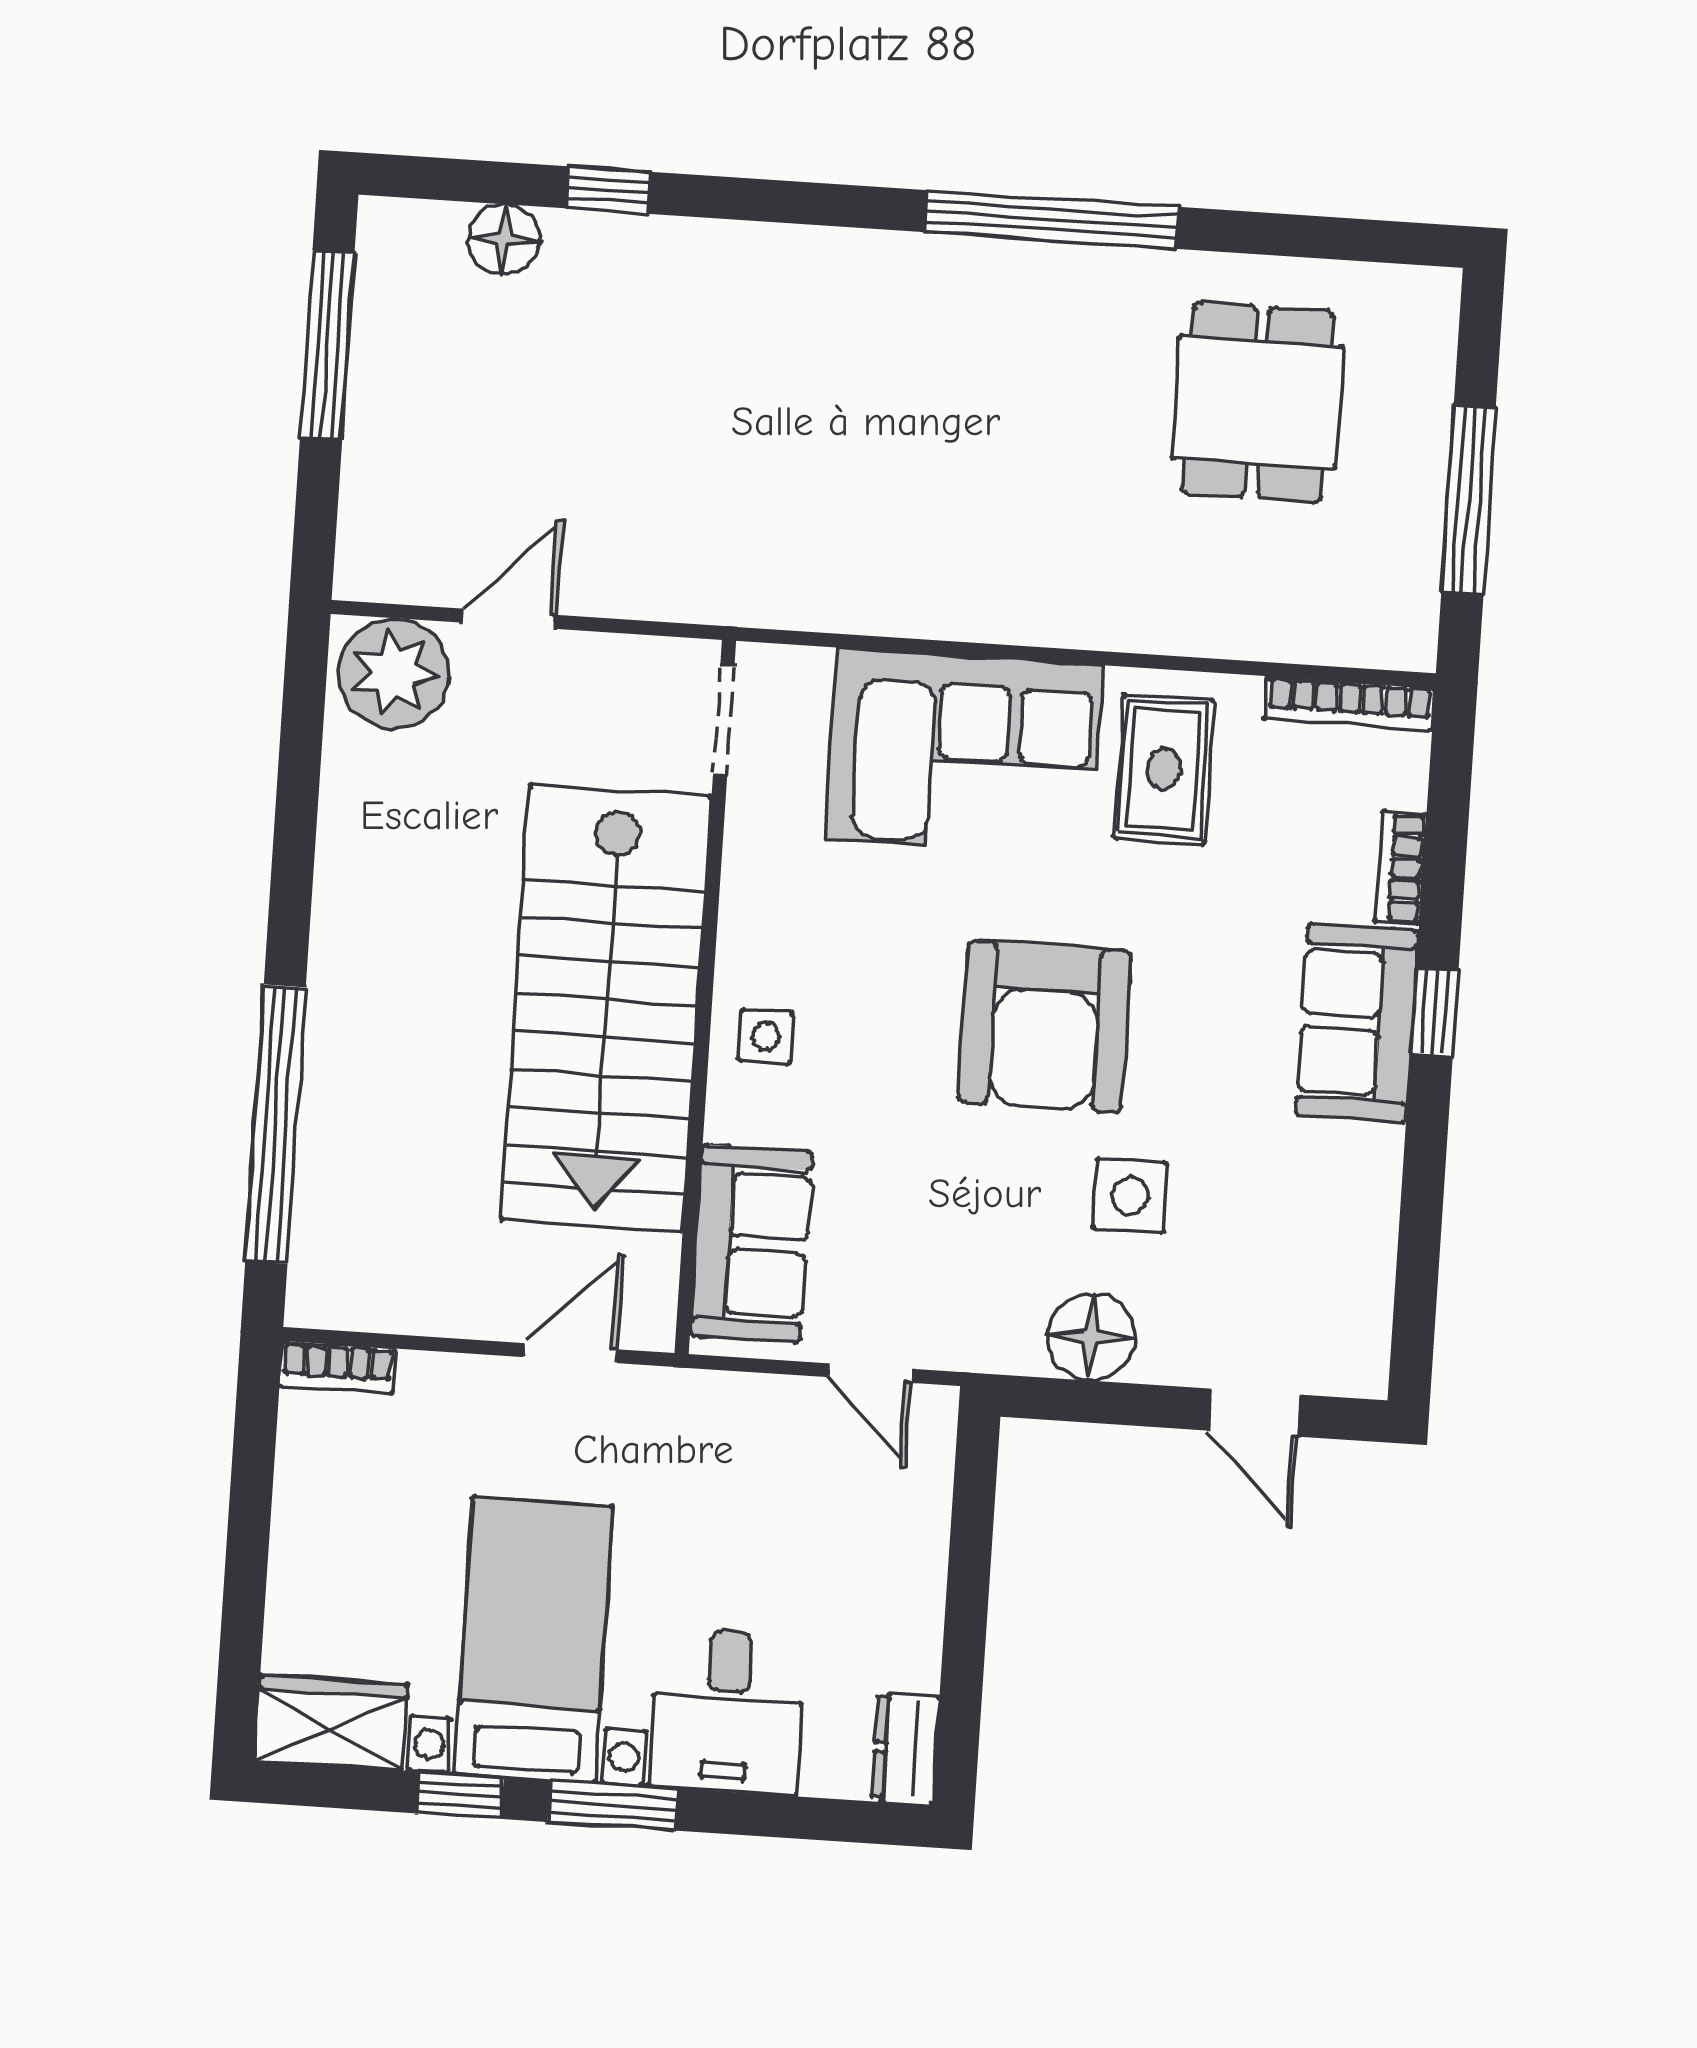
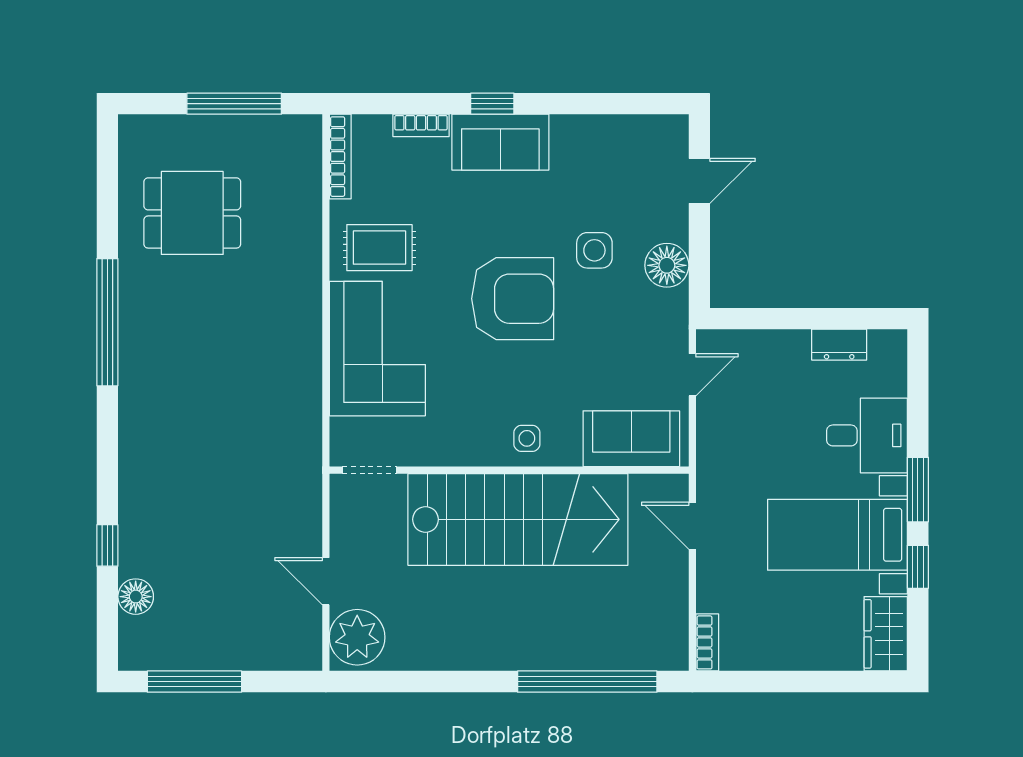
dresser: (905, 1749) -> (839, 345), moved

